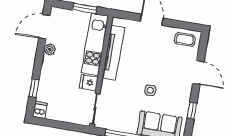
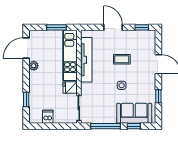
window: (186, 25) -> (142, 27), added
coffee table: (185, 39) -> (122, 59), moved
dishwasher: (40, 110) -> (48, 117), moved

